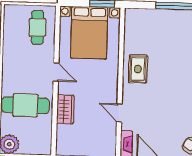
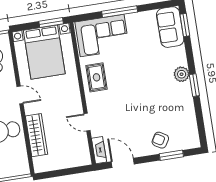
corner sofa: (152, 27) -> (102, 36), added
wardrobe: (65, 109) -> (37, 135), width x1.50

